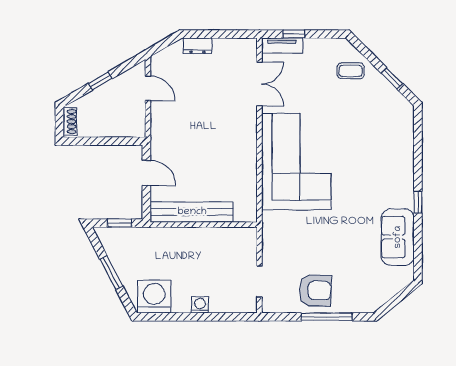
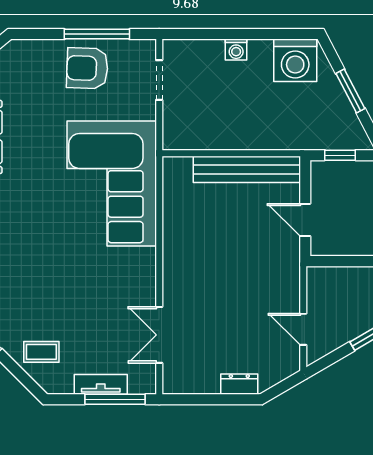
window: (294, 34) -> (115, 399), width x2.17
tv unit: (282, 46) -> (101, 384), moved
corner sofa: (296, 162) -> (112, 184), moved
window: (326, 317) -> (97, 34), moved

